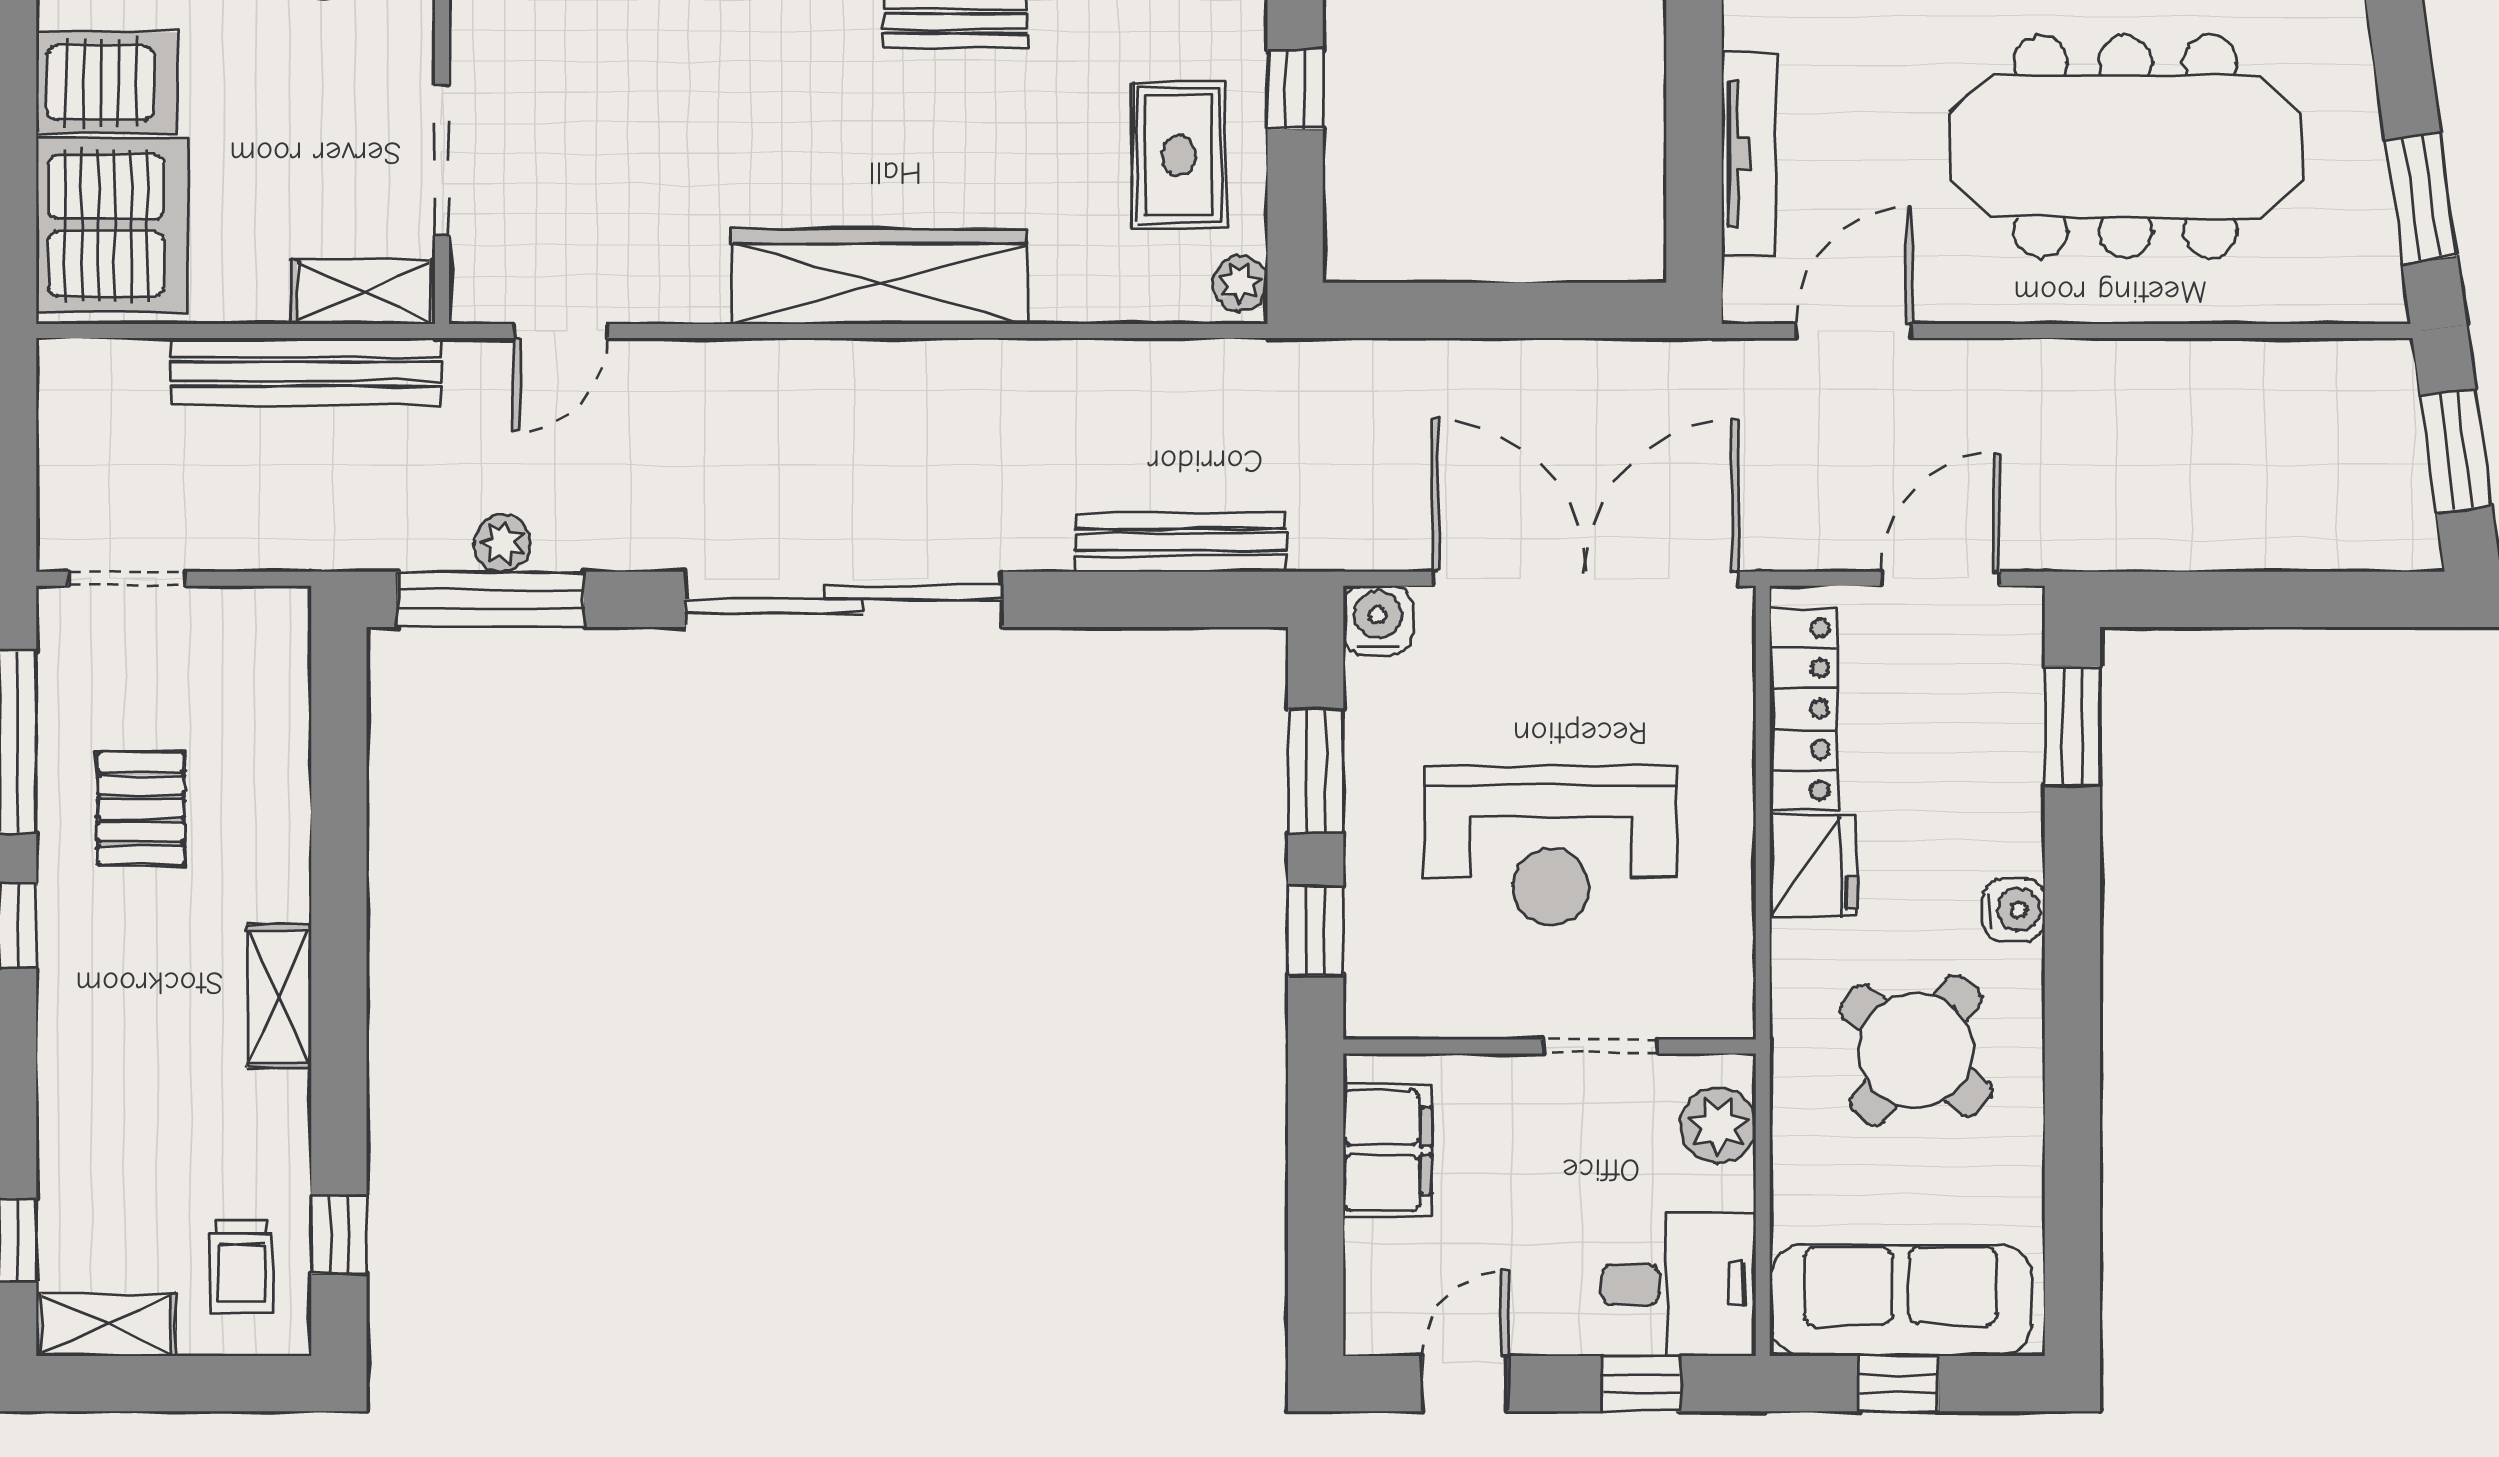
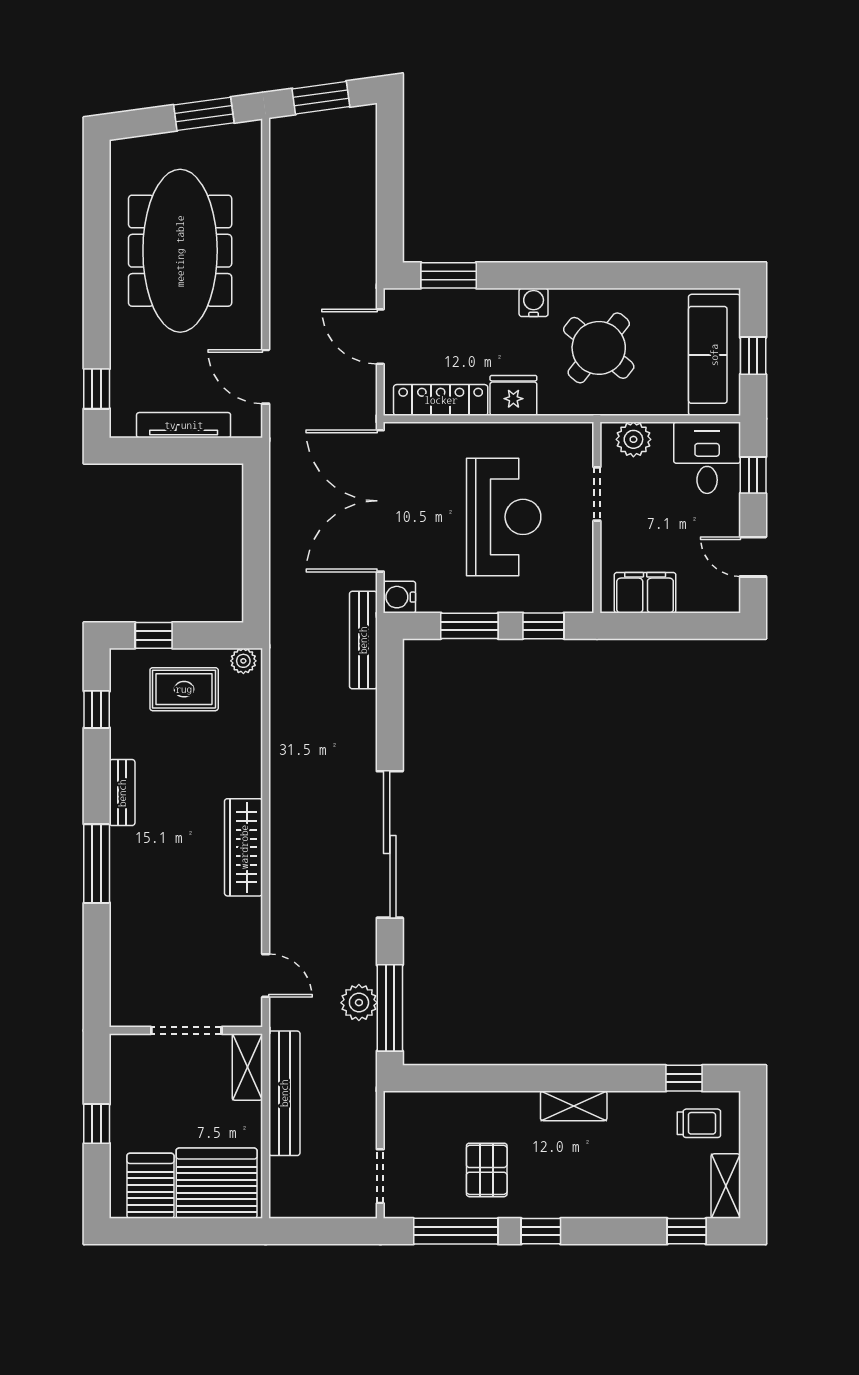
wardrobe: (879, 276) -> (244, 847), width x0.71, depth x0.85
bench: (1181, 542) -> (363, 640), moved
plant: (502, 543) -> (359, 1003), width x1.38, depth x1.38
pallet: (141, 809) -> (487, 1170), turned 90

